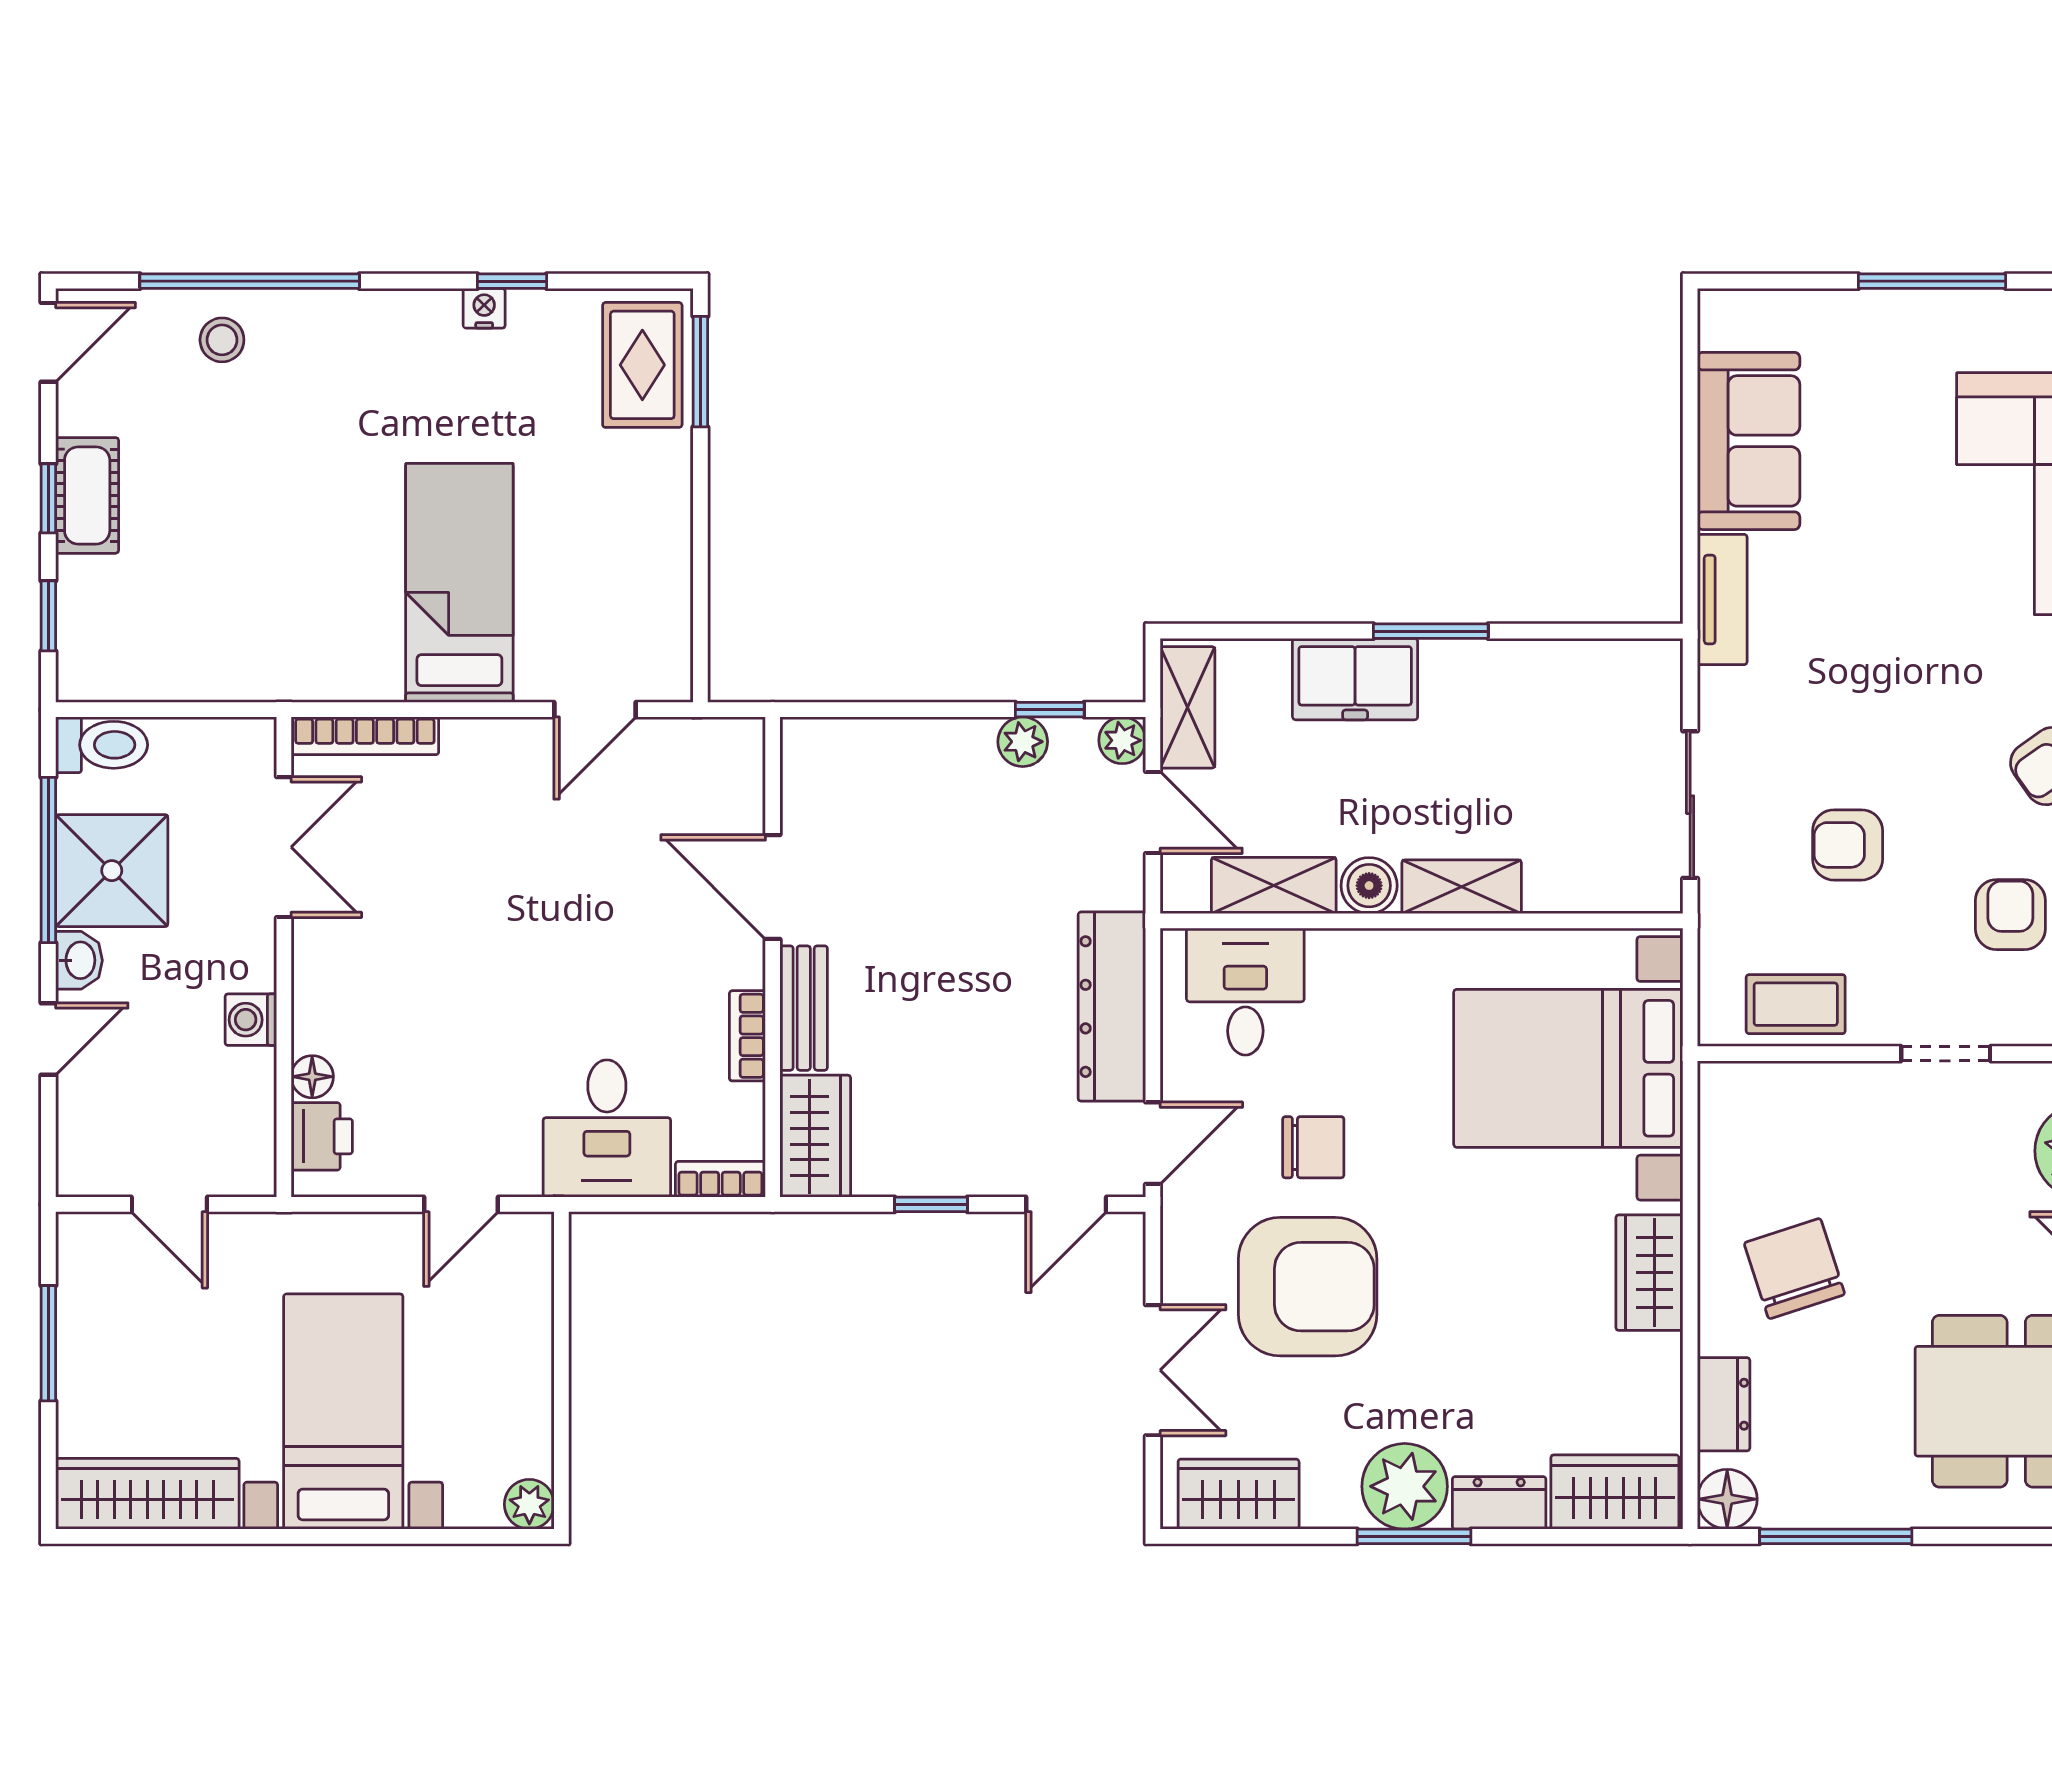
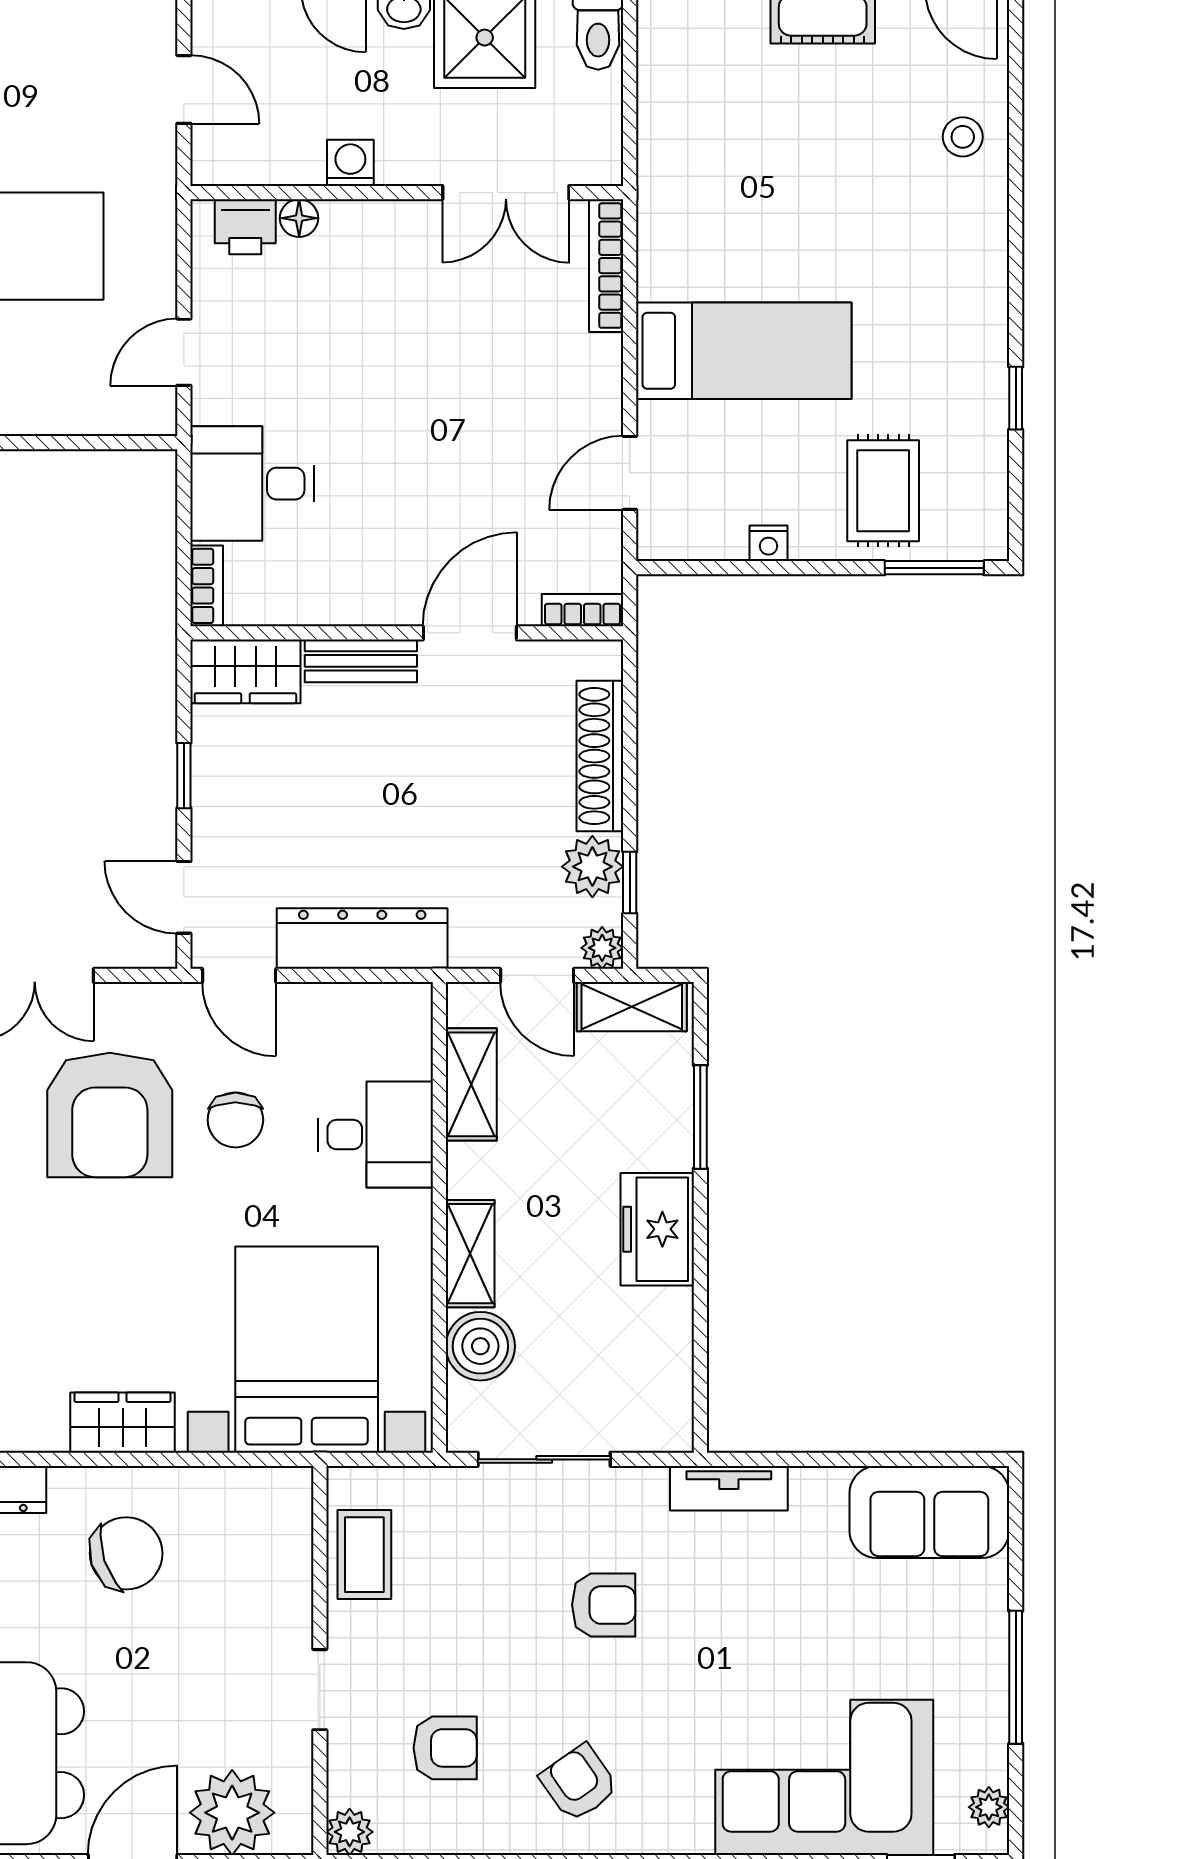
window: (250, 281) -> (1016, 162), removed
nightstand: (484, 308) -> (768, 543), moved, turned 90
rug: (642, 365) -> (883, 491), moved, turned 90
sofa: (1749, 441) -> (929, 1512), moved
window: (1431, 631) -> (700, 1117), moved
freezer: (1355, 679) -> (657, 1229), moved
door: (595, 710) -> (630, 473), hinge flipped
plant: (1023, 742) -> (592, 867), width x1.38, depth x1.38
shoe rack: (909, 743) -> (600, 756), added
door: (1153, 812) -> (537, 975), hinge flipped
armchair: (1848, 845) -> (604, 1605), moved, turned 90
boiler: (1369, 886) -> (480, 1346), moved, width x1.36, depth x1.36
desk: (1245, 992) -> (376, 1135), moved
bookcase: (747, 1036) -> (583, 610), moved
door: (169, 1204) -> (184, 89), swing flipped
door: (461, 1204) -> (184, 352), hinge flipped

